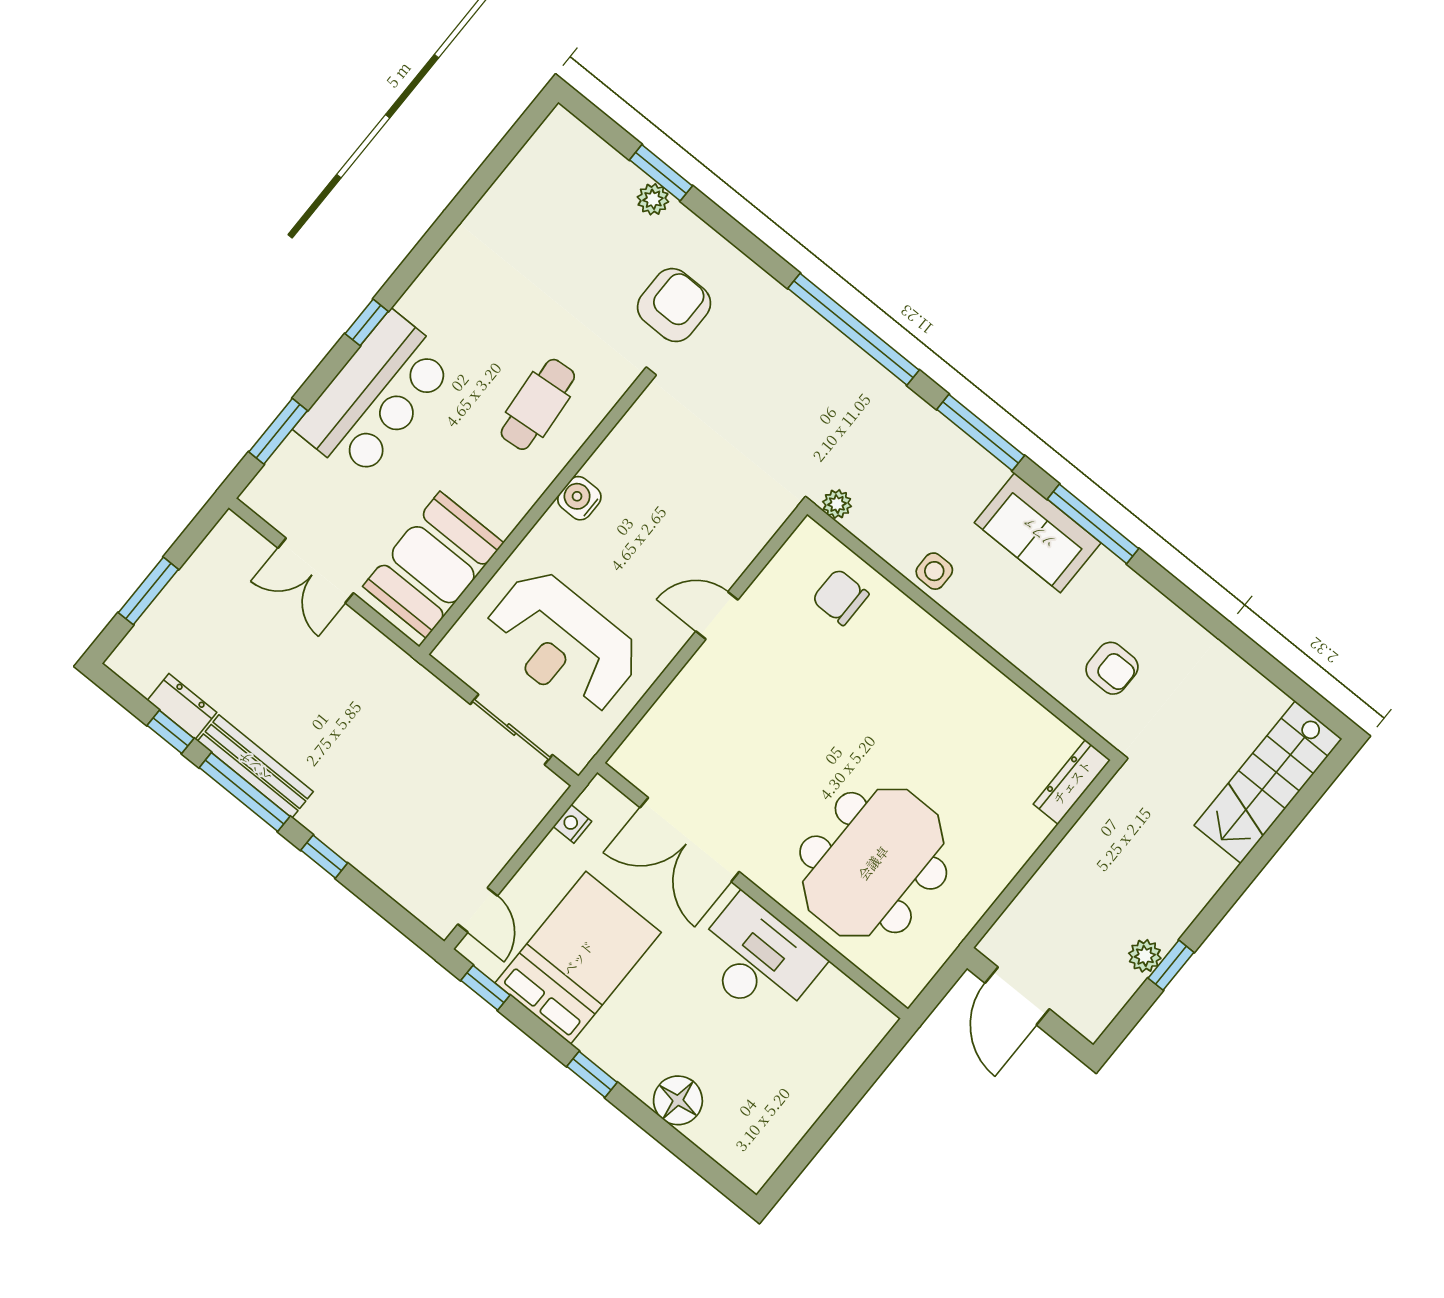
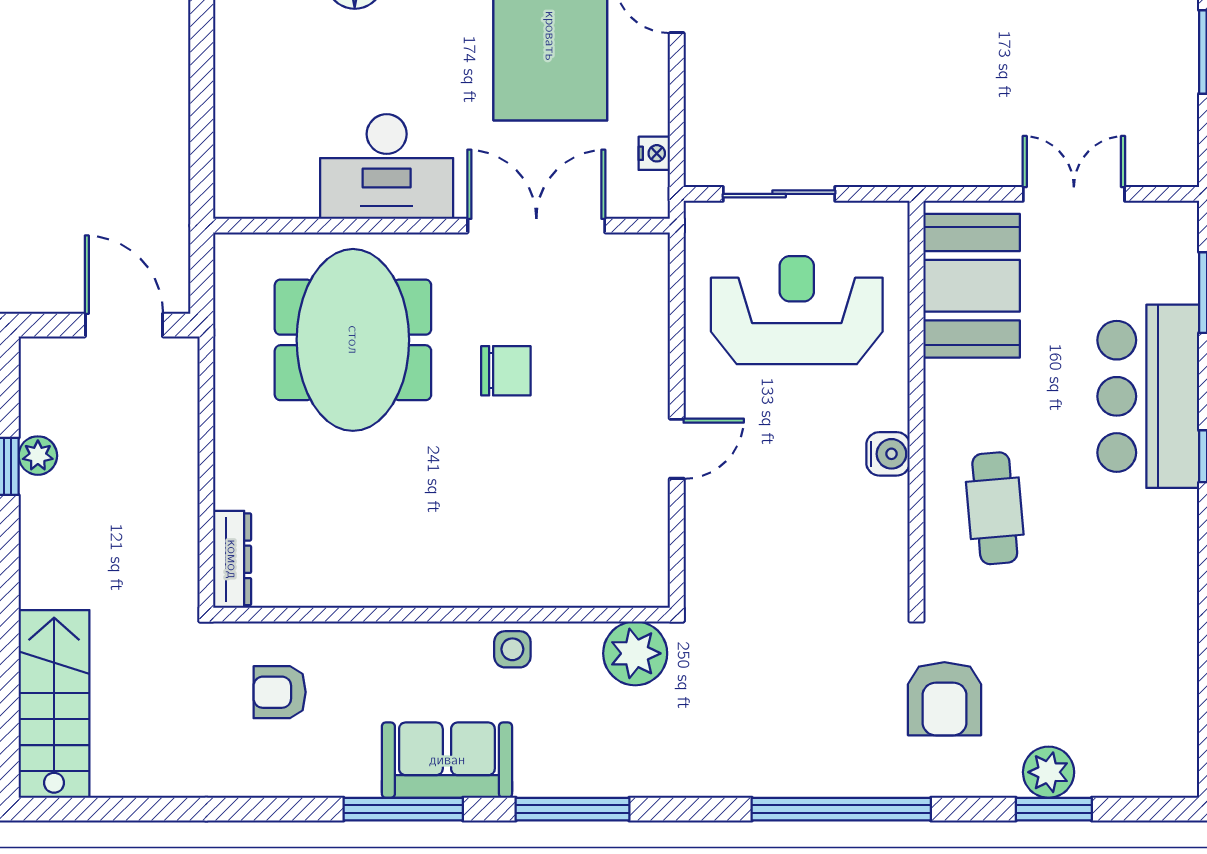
plant: (653, 199) -> (1049, 772), width x1.38, depth x1.38
window: (854, 329) -> (841, 809), moved
plant: (837, 504) -> (635, 653), width x1.87, depth x1.87
chair: (840, 597) -> (506, 371), moved

